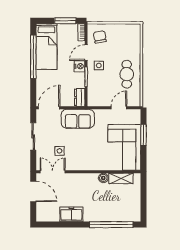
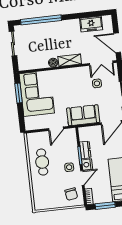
dresser: (80, 97) -> (85, 150), moved
door: (119, 108) -> (56, 129), moved
window: (144, 135) -> (19, 93), moved
shelving: (121, 179) -> (70, 60), moved
sliding door: (144, 203) -> (13, 44), added
freezer: (71, 214) -> (91, 24), moved

